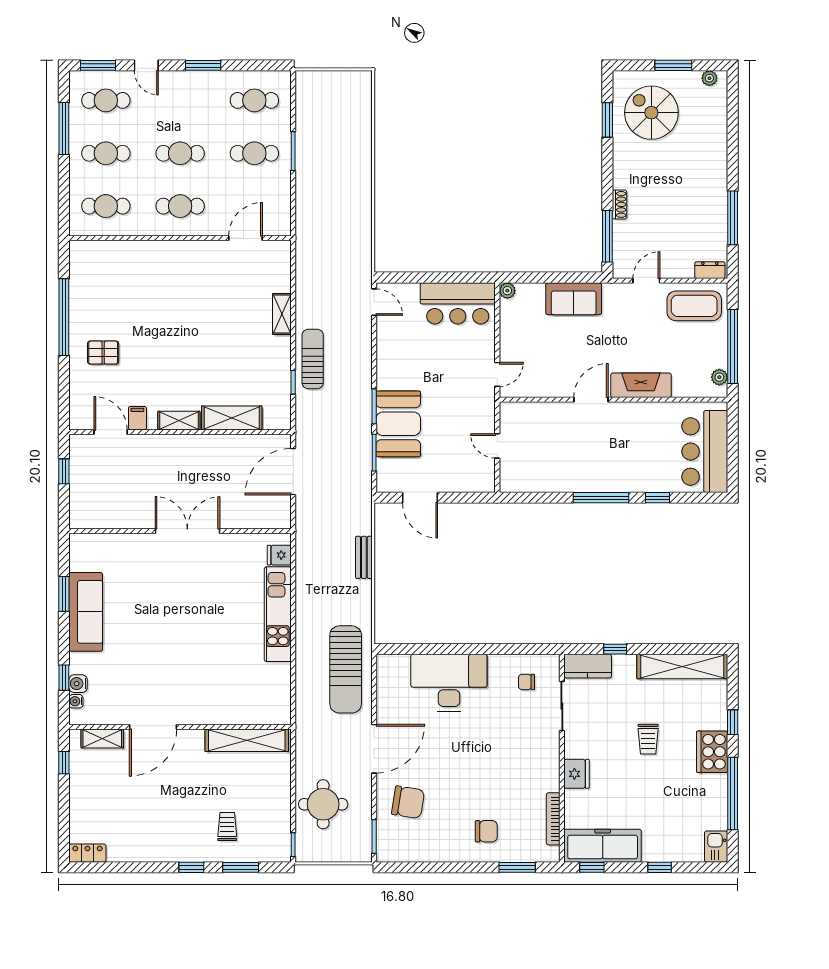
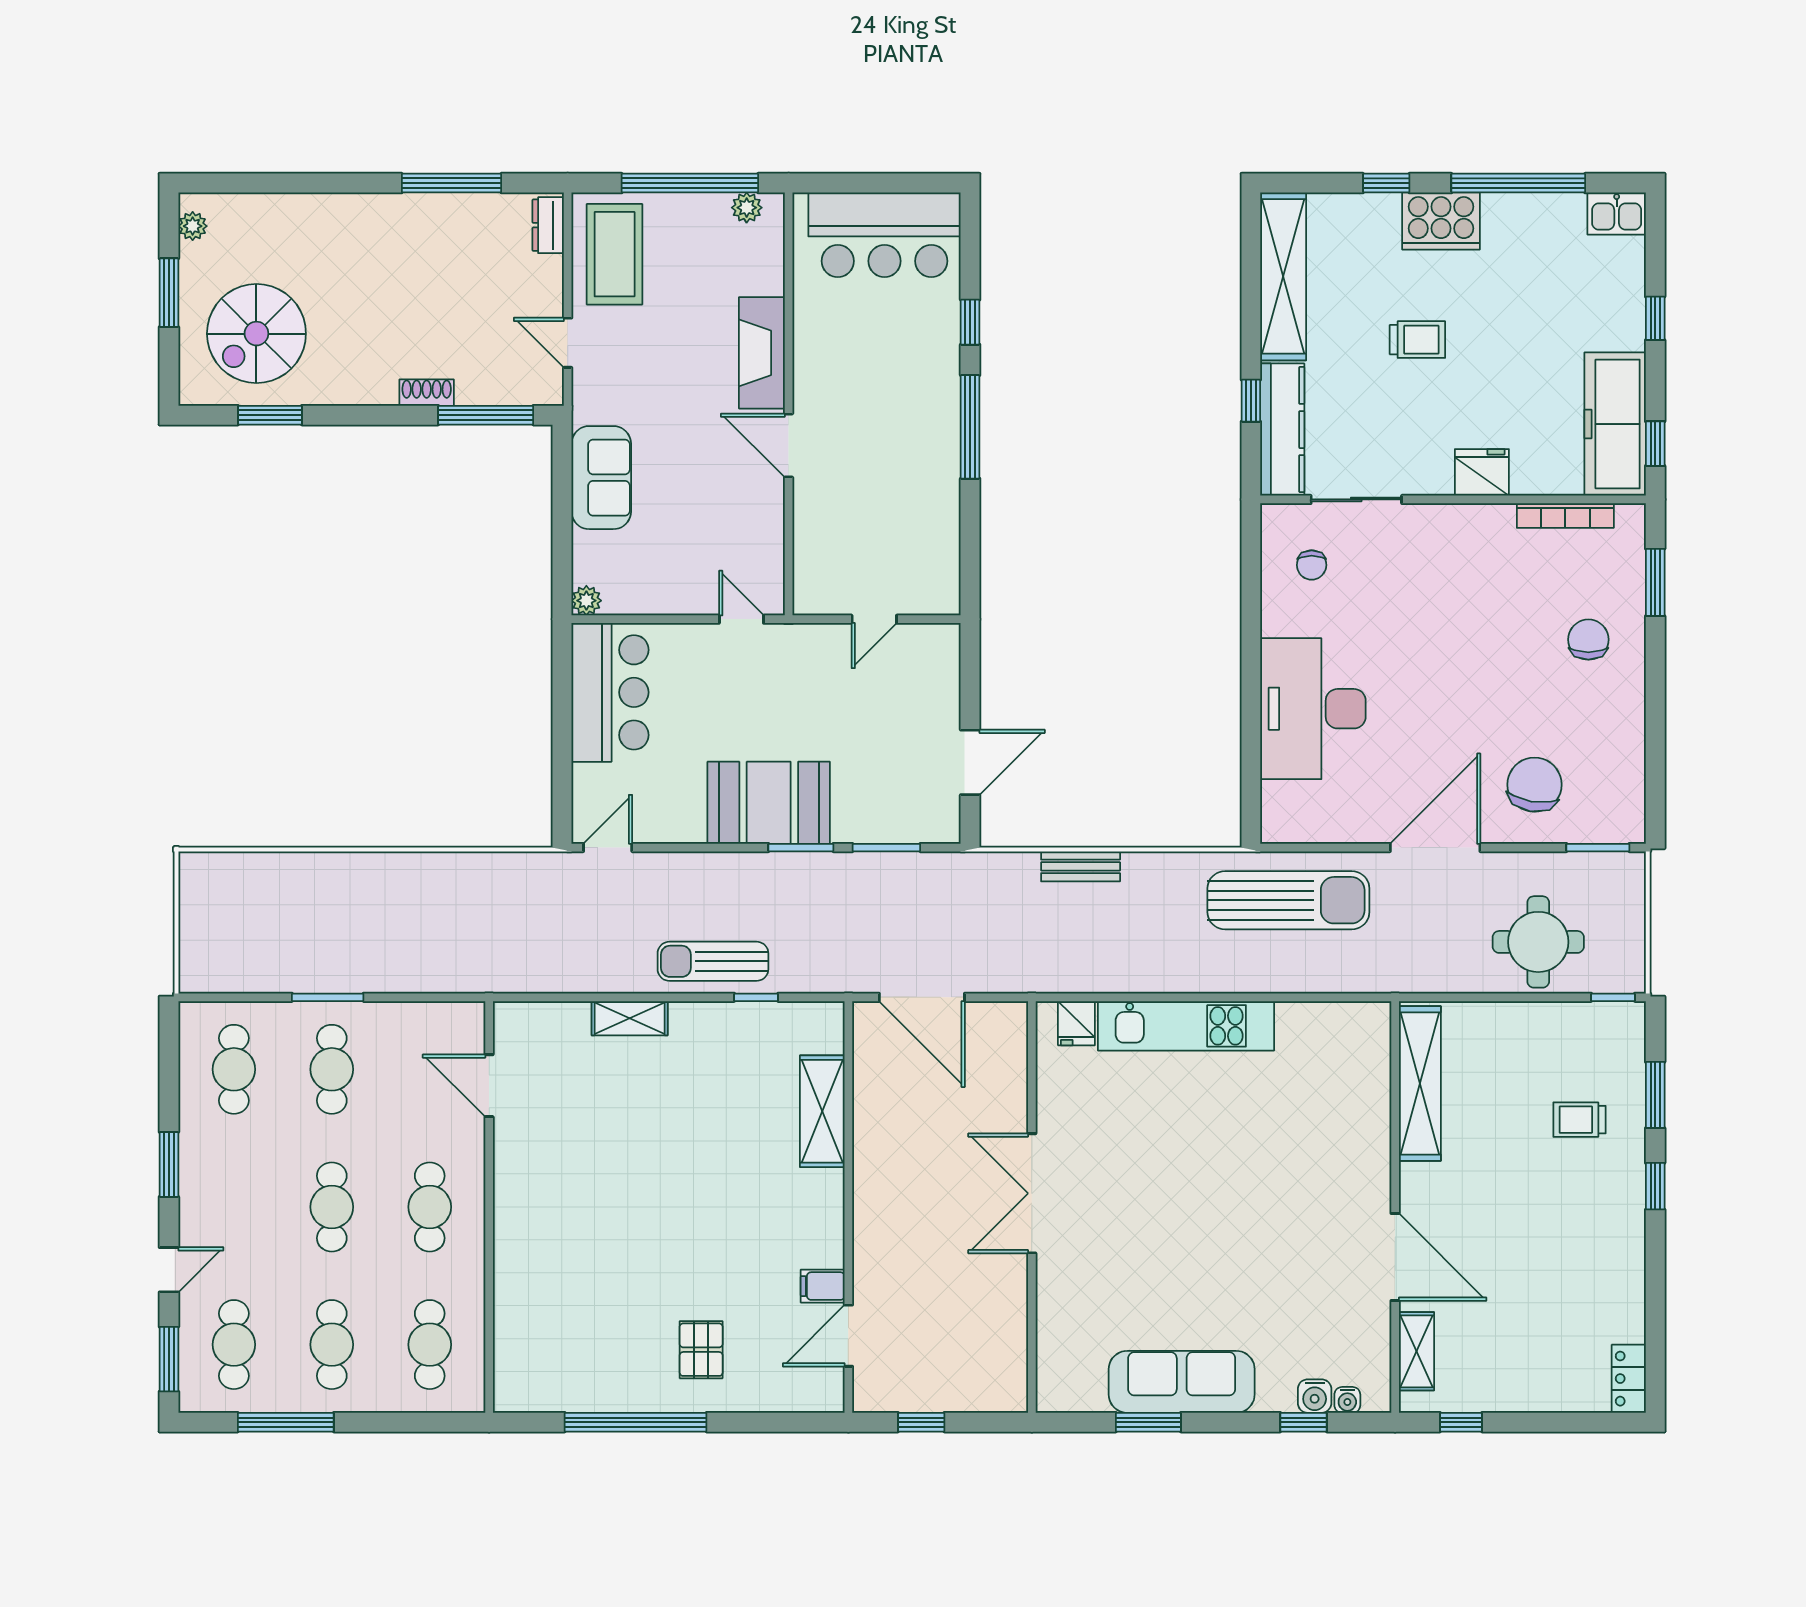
shelving: (179, 421) -> (827, 1209), removed
booth: (398, 424) -> (769, 803), moved
kitchen counter: (588, 666) -> (1282, 430), width x1.50
door: (374, 749) -> (1435, 848), hinge flipped

